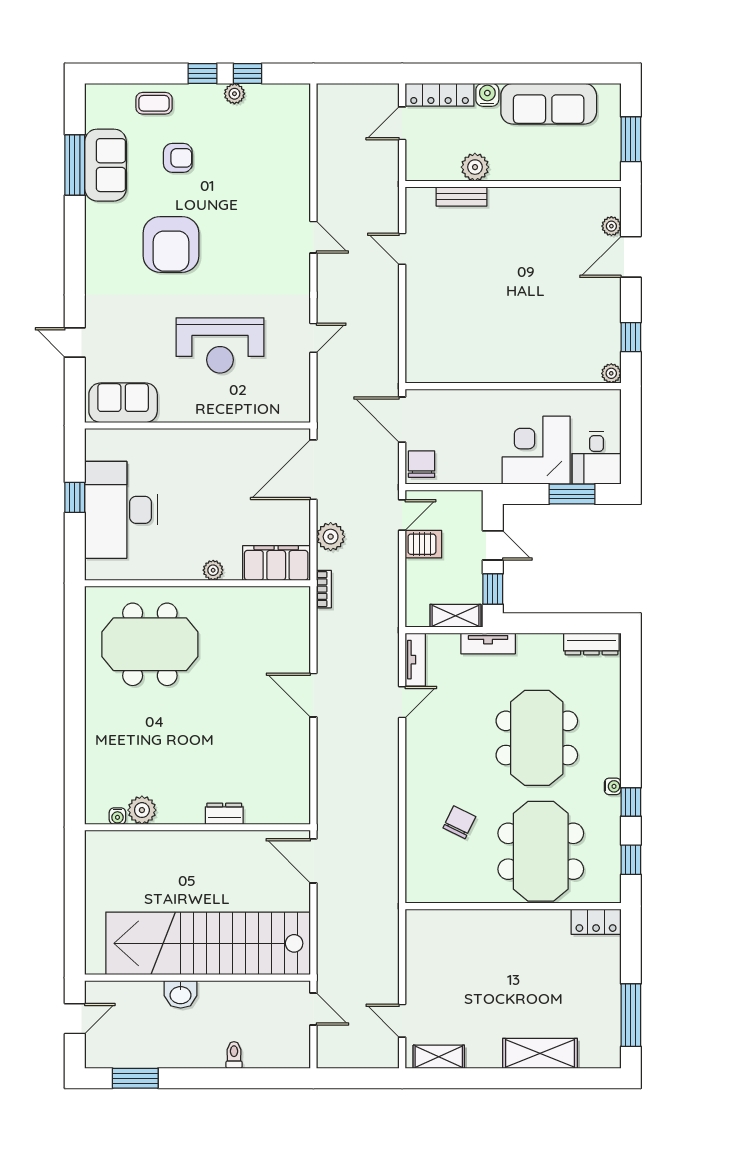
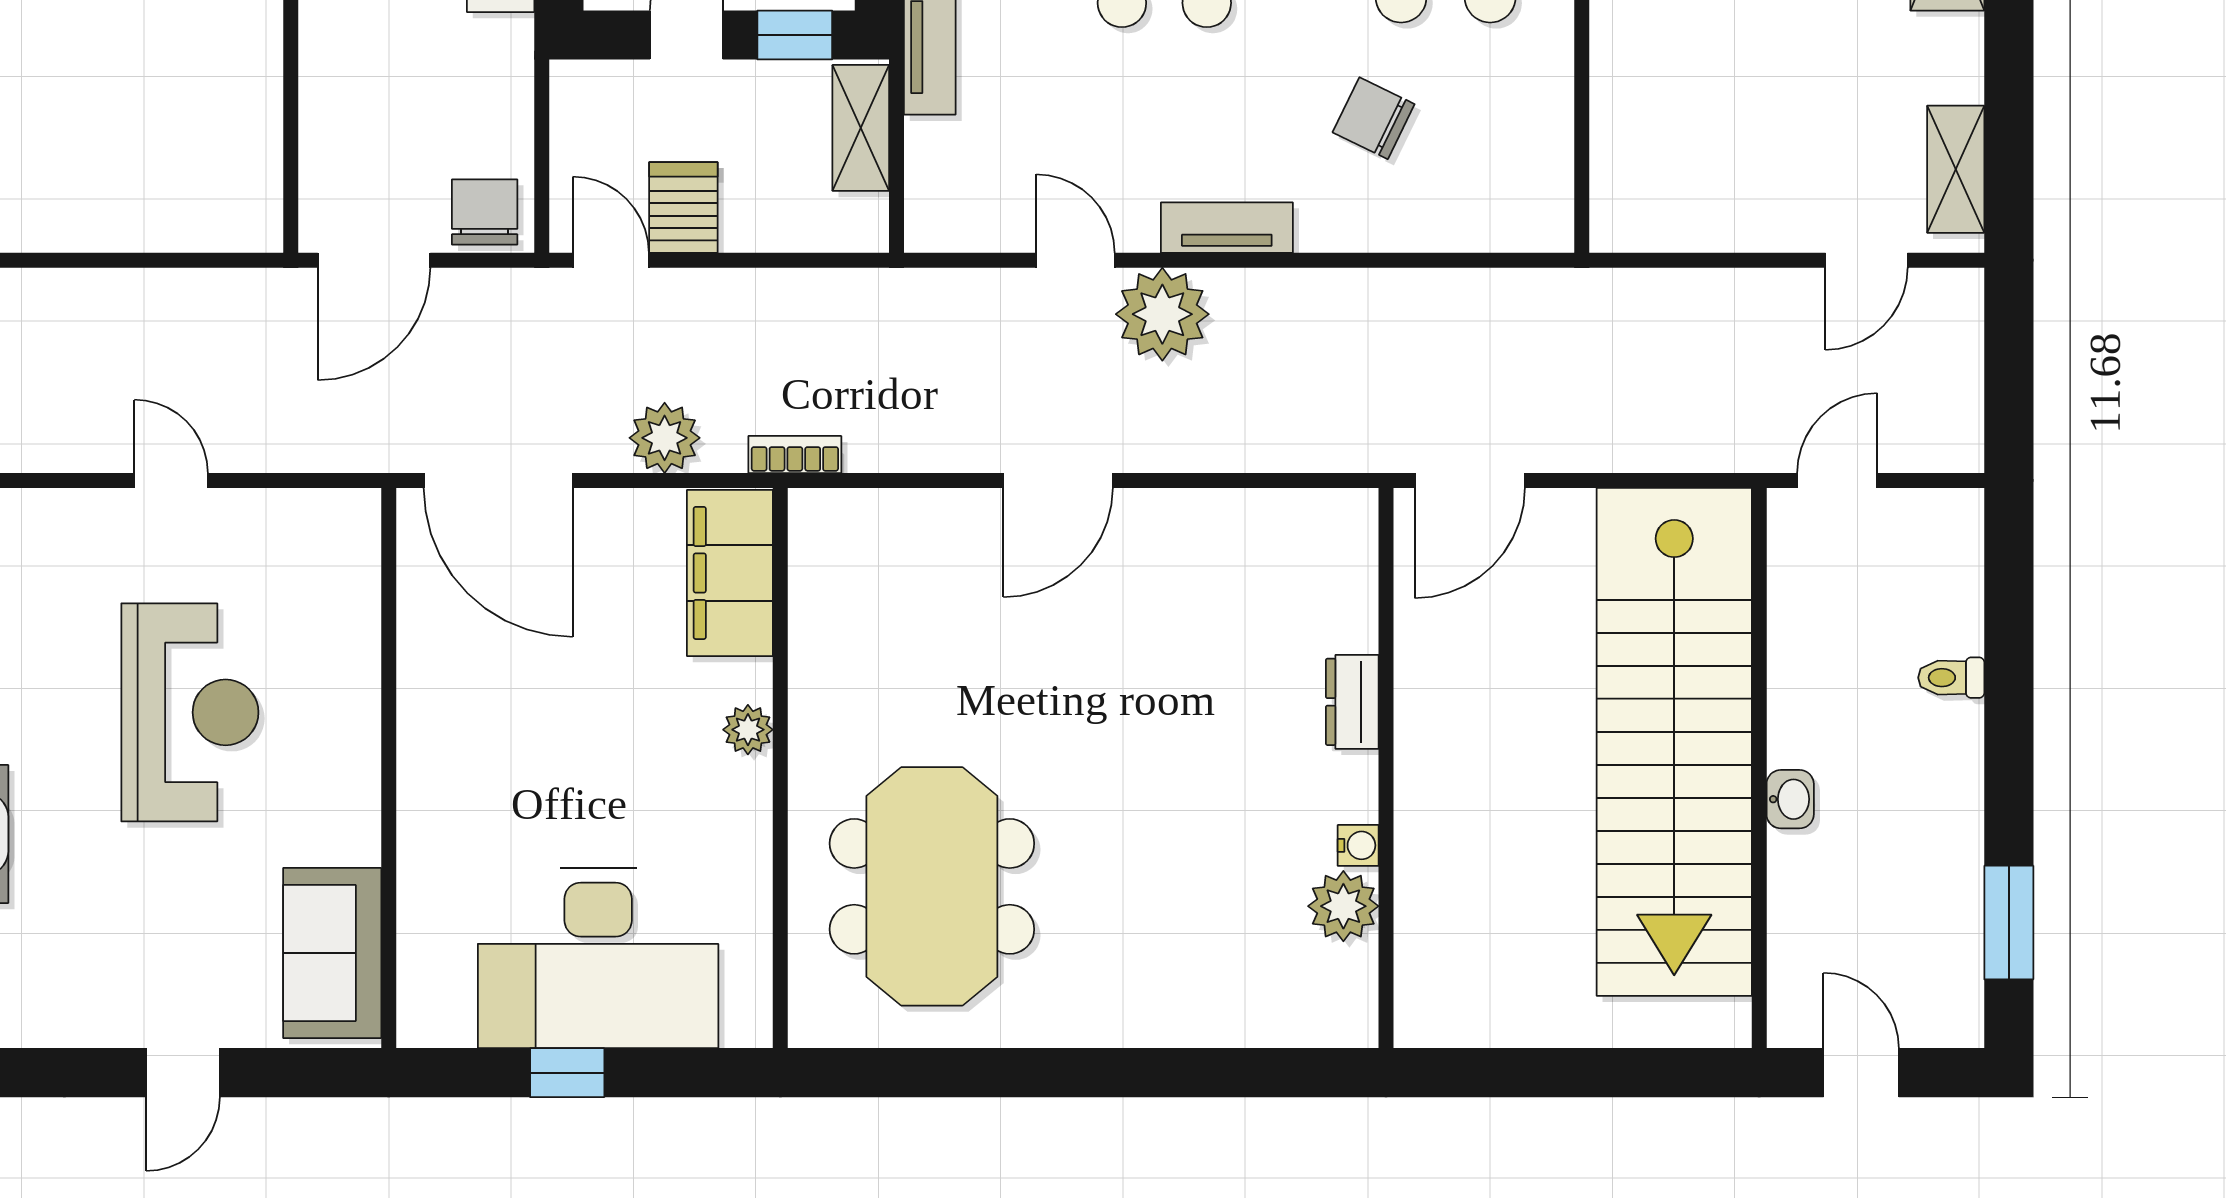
chair: (422, 464) -> (485, 212), turned 90
tv unit: (415, 660) -> (1227, 228), moved
plant: (380, 737) -> (1162, 314), added
water cooler: (117, 816) -> (1358, 845), moved
washbasin: (181, 994) -> (1790, 799), width x0.72, depth x0.69

